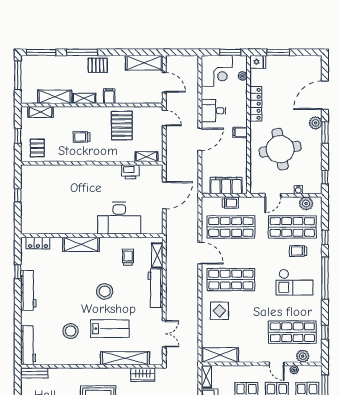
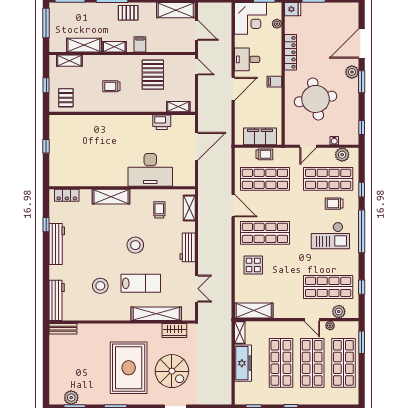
workbench: (156, 288) -> (188, 247), width x0.73

